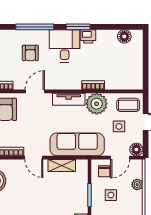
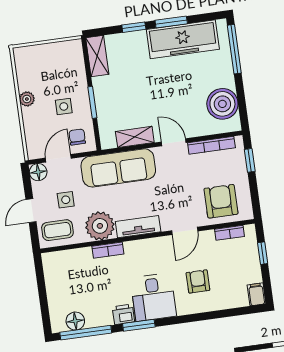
window: (35, 27) -> (86, 333), moved
plant: (137, 185) -> (27, 99), moved

